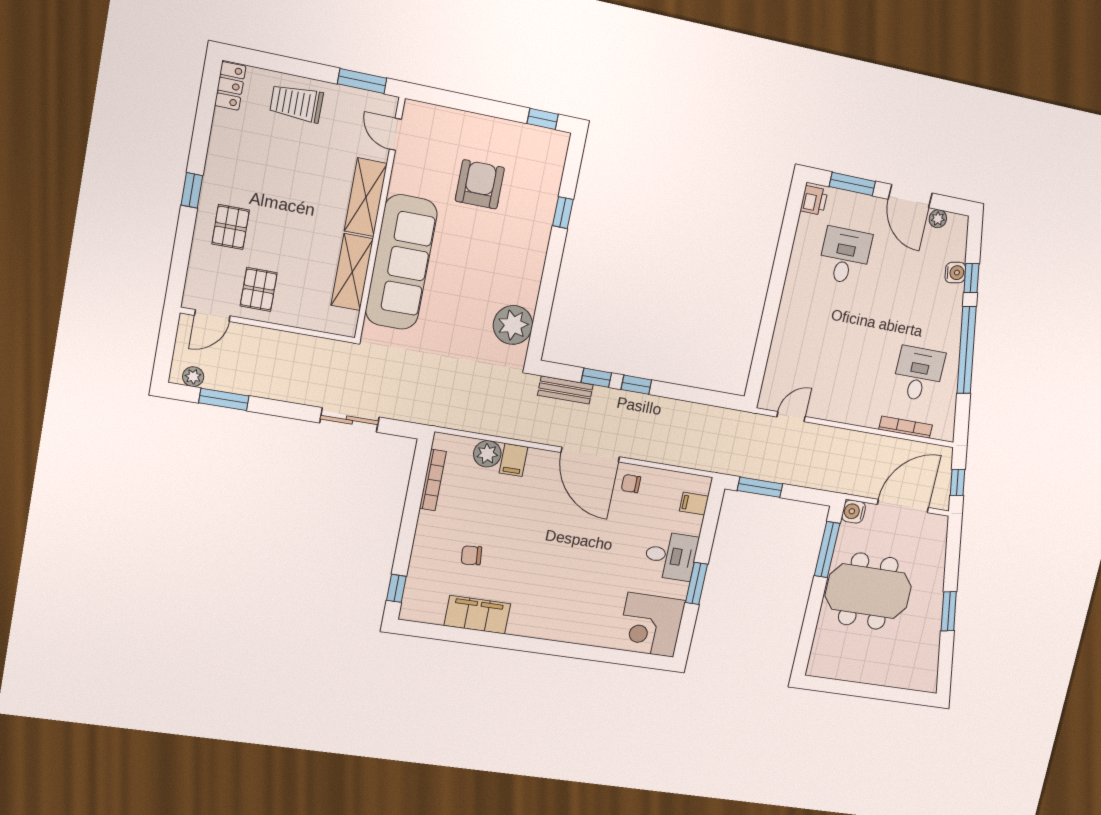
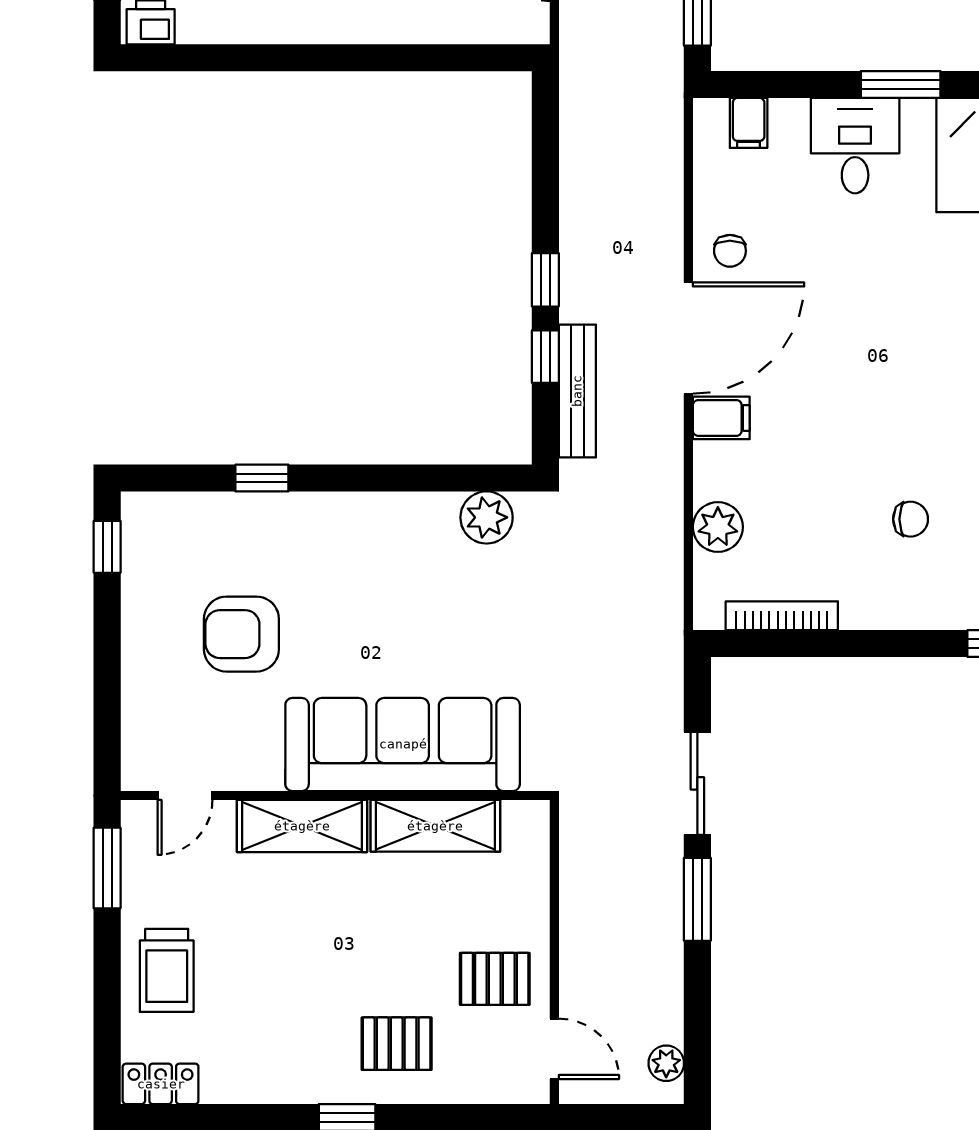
plant: (513, 325) -> (487, 517), width x0.73, depth x0.73
bench: (565, 390) -> (577, 391), width x1.36
window: (224, 399) -> (697, 899), moved
filing cabinet: (514, 460) -> (721, 418), moved
chair: (471, 555) -> (911, 519), turned -84

